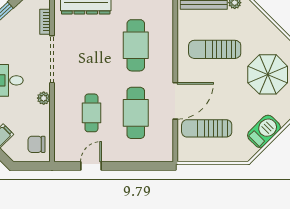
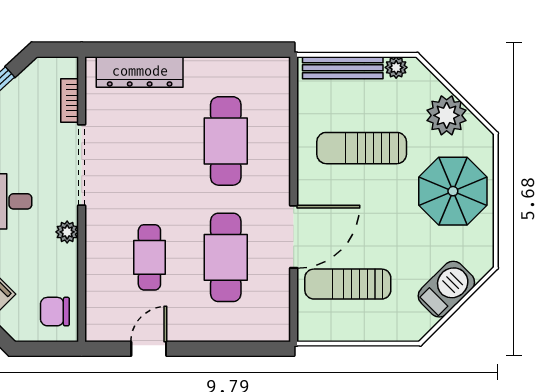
plant: (264, 30) -> (447, 115), added

